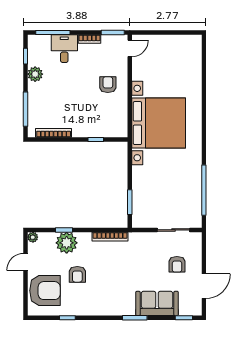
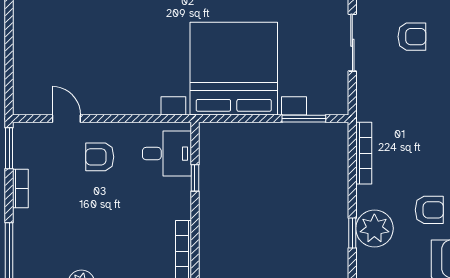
door: (130, 48) -> (66, 119), moved
desk: (64, 49) -> (167, 154), moved, turned 180
bed with nightstands: (159, 123) -> (234, 69), moved

